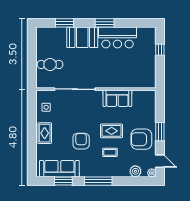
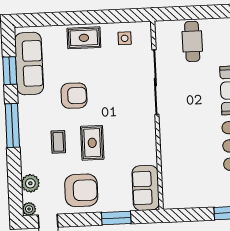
sofa: (117, 98) -> (146, 188), moved
window: (160, 132) -> (116, 218), moved
armchair: (141, 139) -> (81, 190), turned 90

